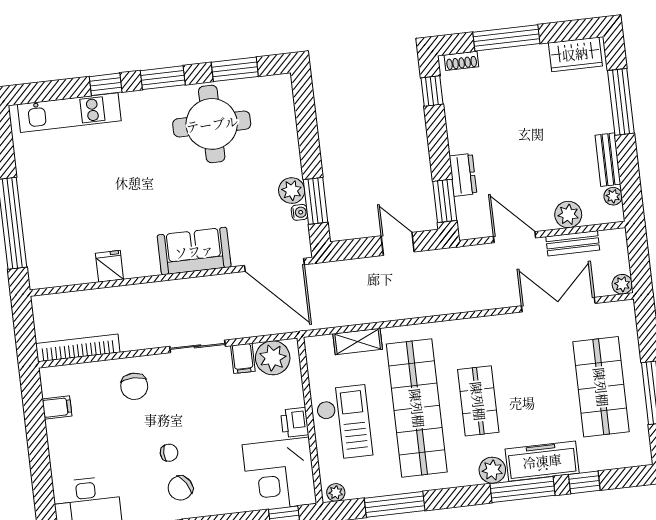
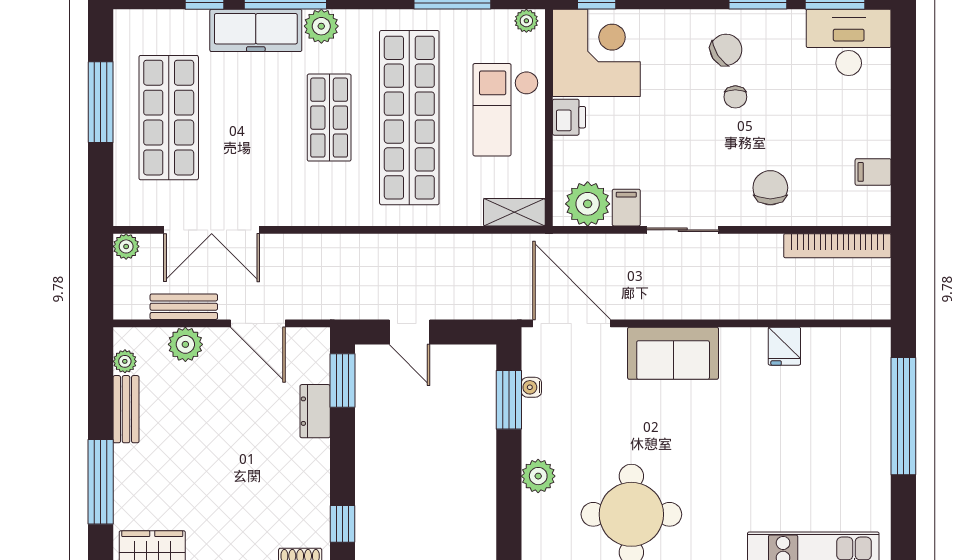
plant: (292, 191) -> (538, 476), moved
shelving: (358, 341) -> (514, 212), moved
chair: (169, 453) -> (735, 97), turned -90

